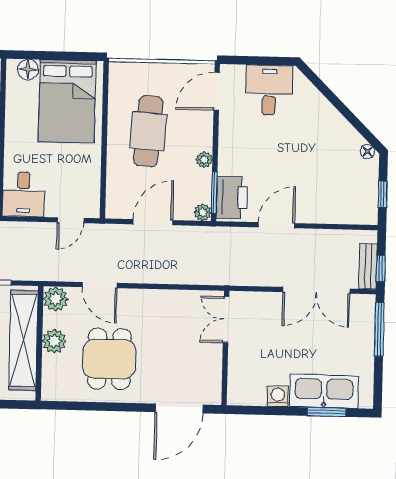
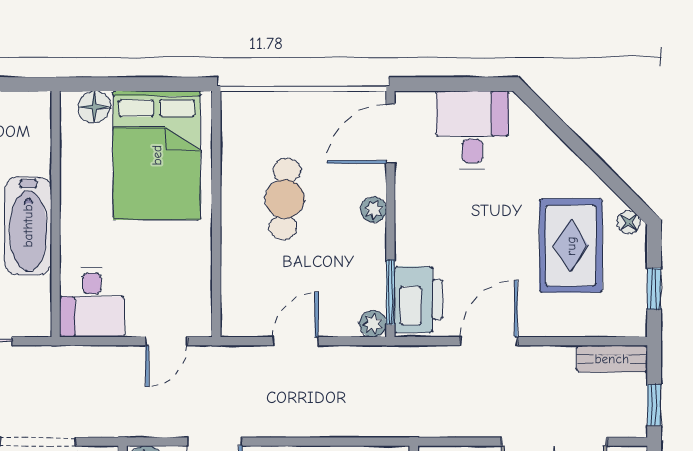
cafe table: (148, 131) -> (285, 199), width x0.73, depth x0.74
plant: (204, 160) -> (374, 210), moved
rug: (330, 165) -> (571, 246), added
door: (153, 222) -> (295, 341), width x0.73
bench: (368, 266) -> (612, 359), moved, turned 90

